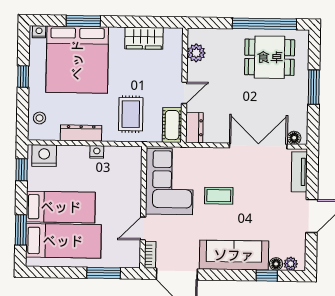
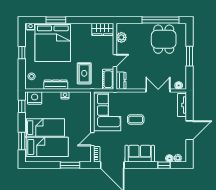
wardrobe: (144, 38) -> (103, 29), moved
dining table: (270, 57) -> (164, 39), turned 90
double door: (258, 146) -> (158, 91), width x0.73
sofa: (234, 255) -> (140, 154), width x0.73

